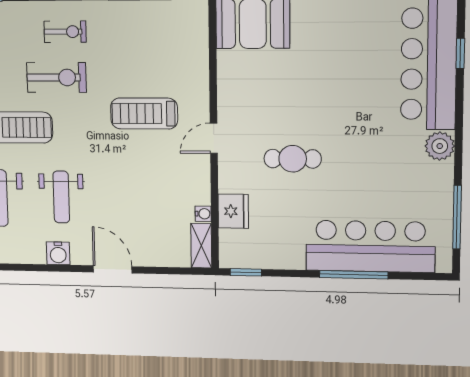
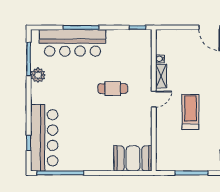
treadmill: (144, 114) -> (190, 112), turned -90
plant: (440, 146) -> (38, 75), moved
fridge: (233, 211) -> (144, 60), removed
shelving: (201, 246) -> (161, 76), moved

